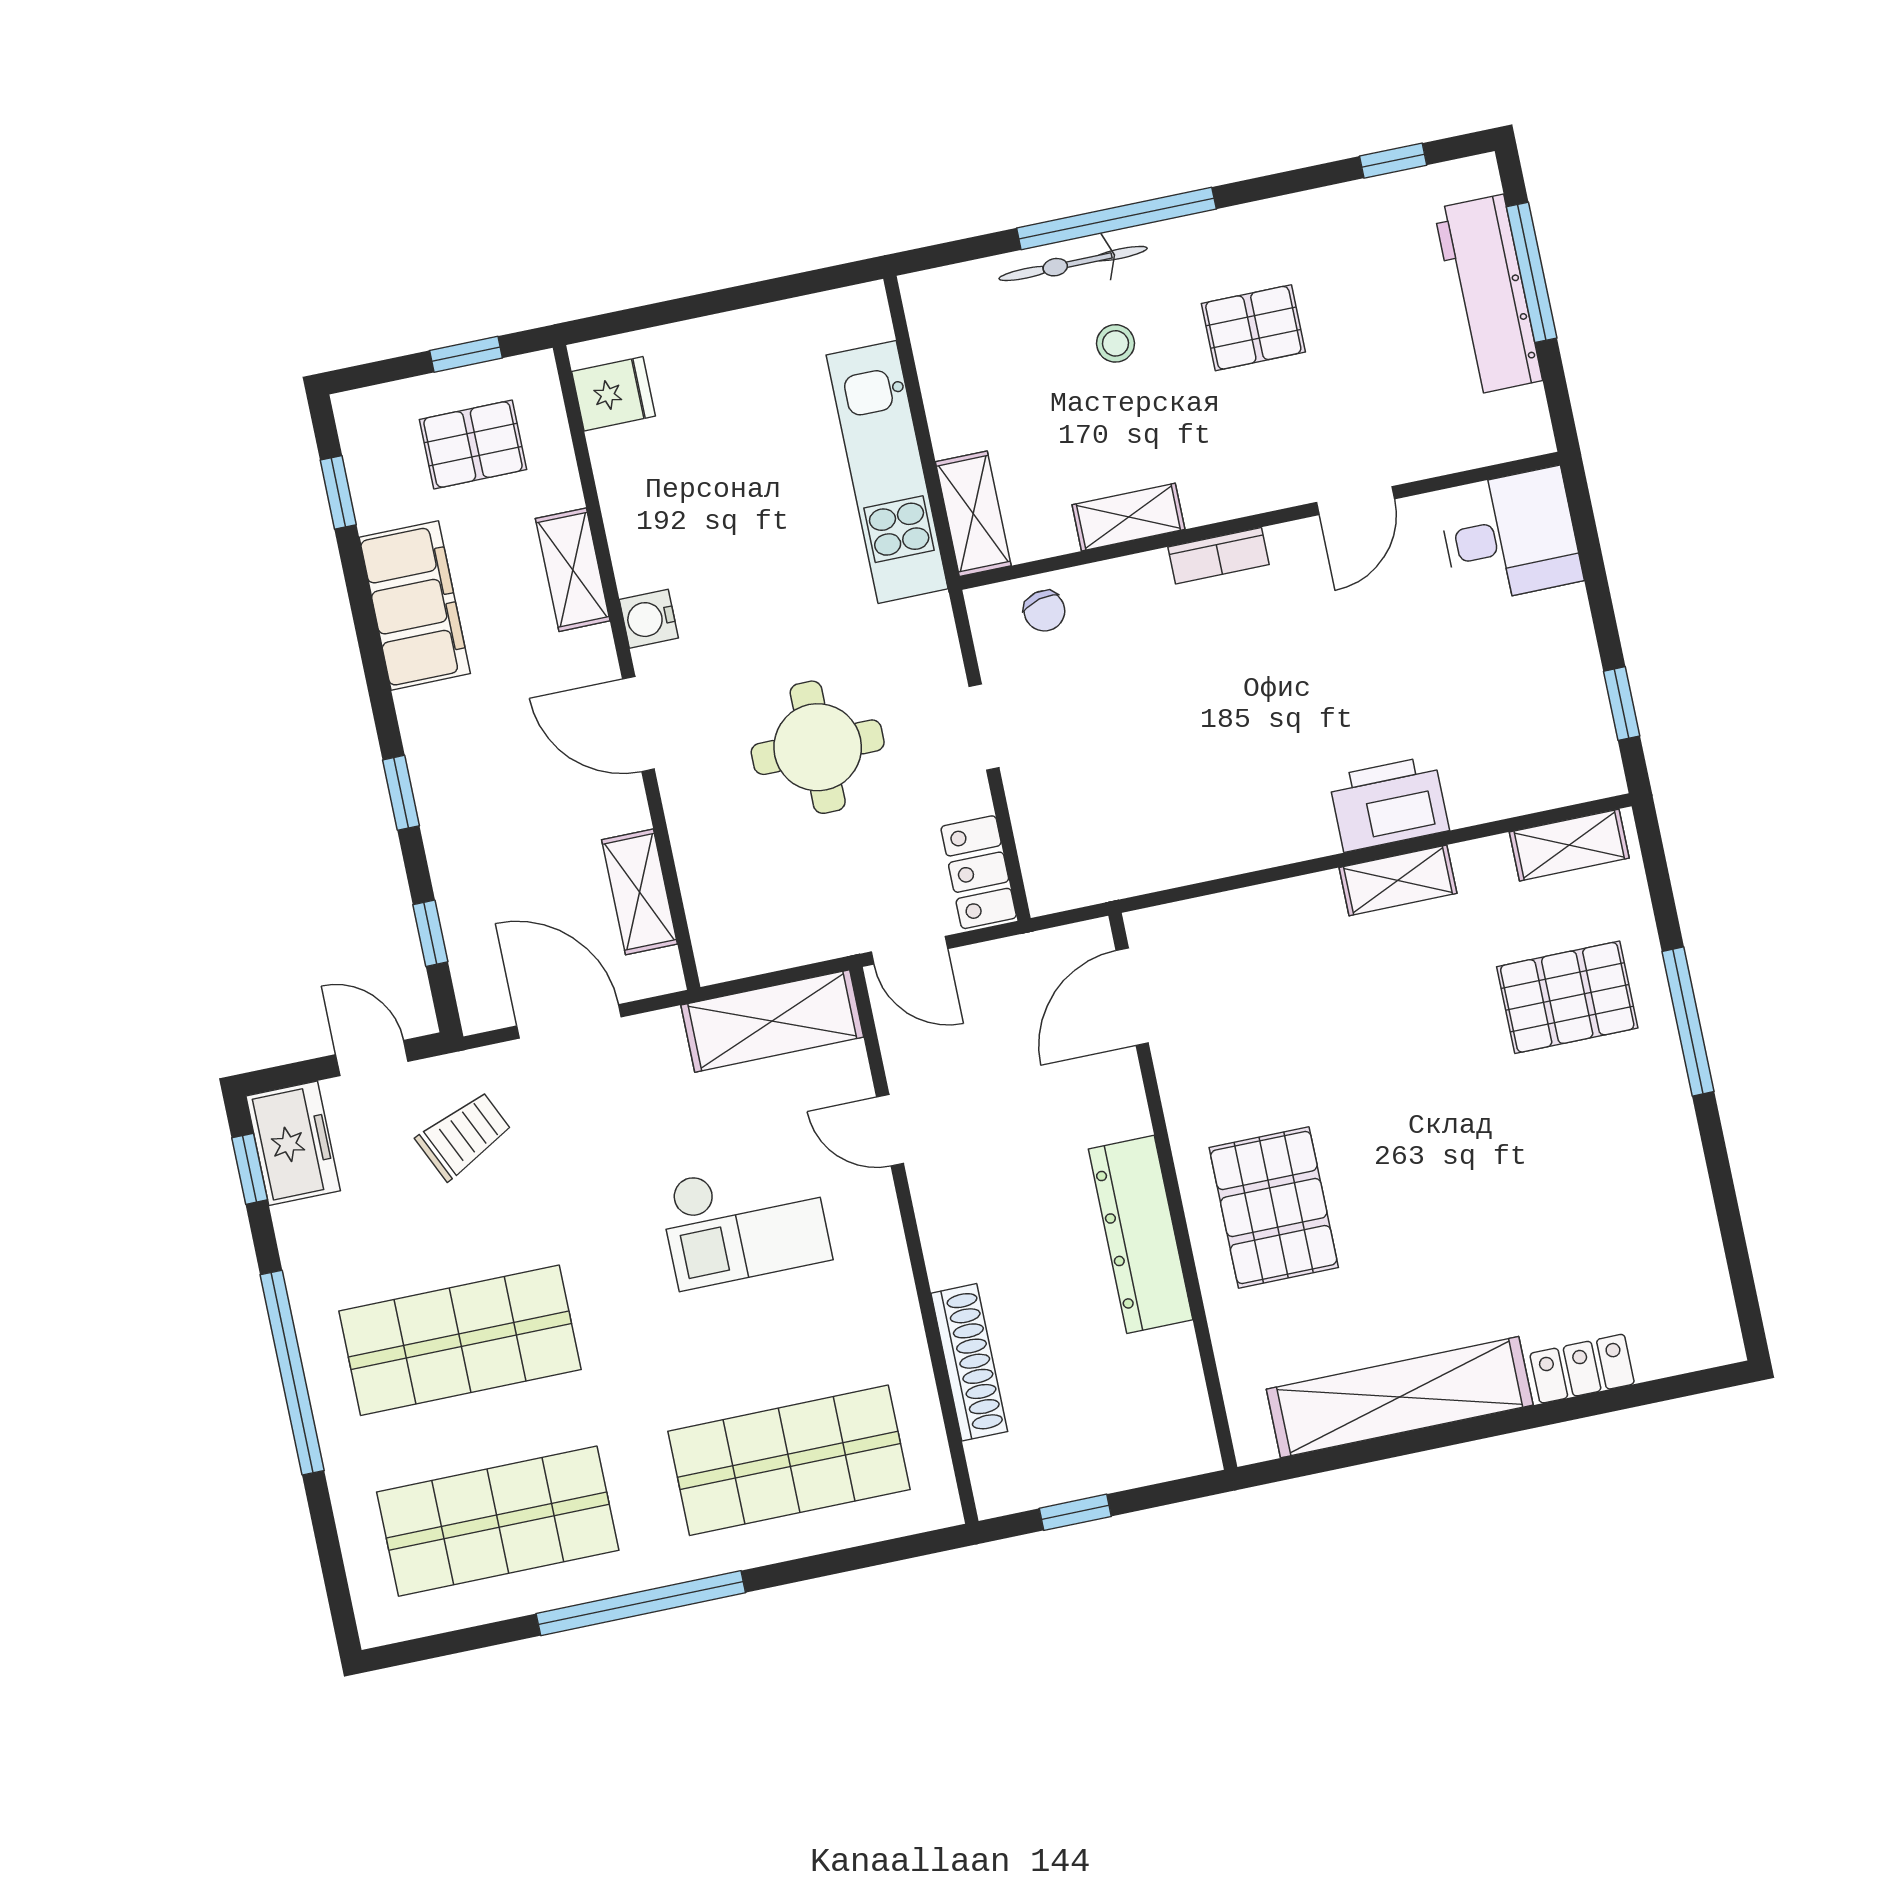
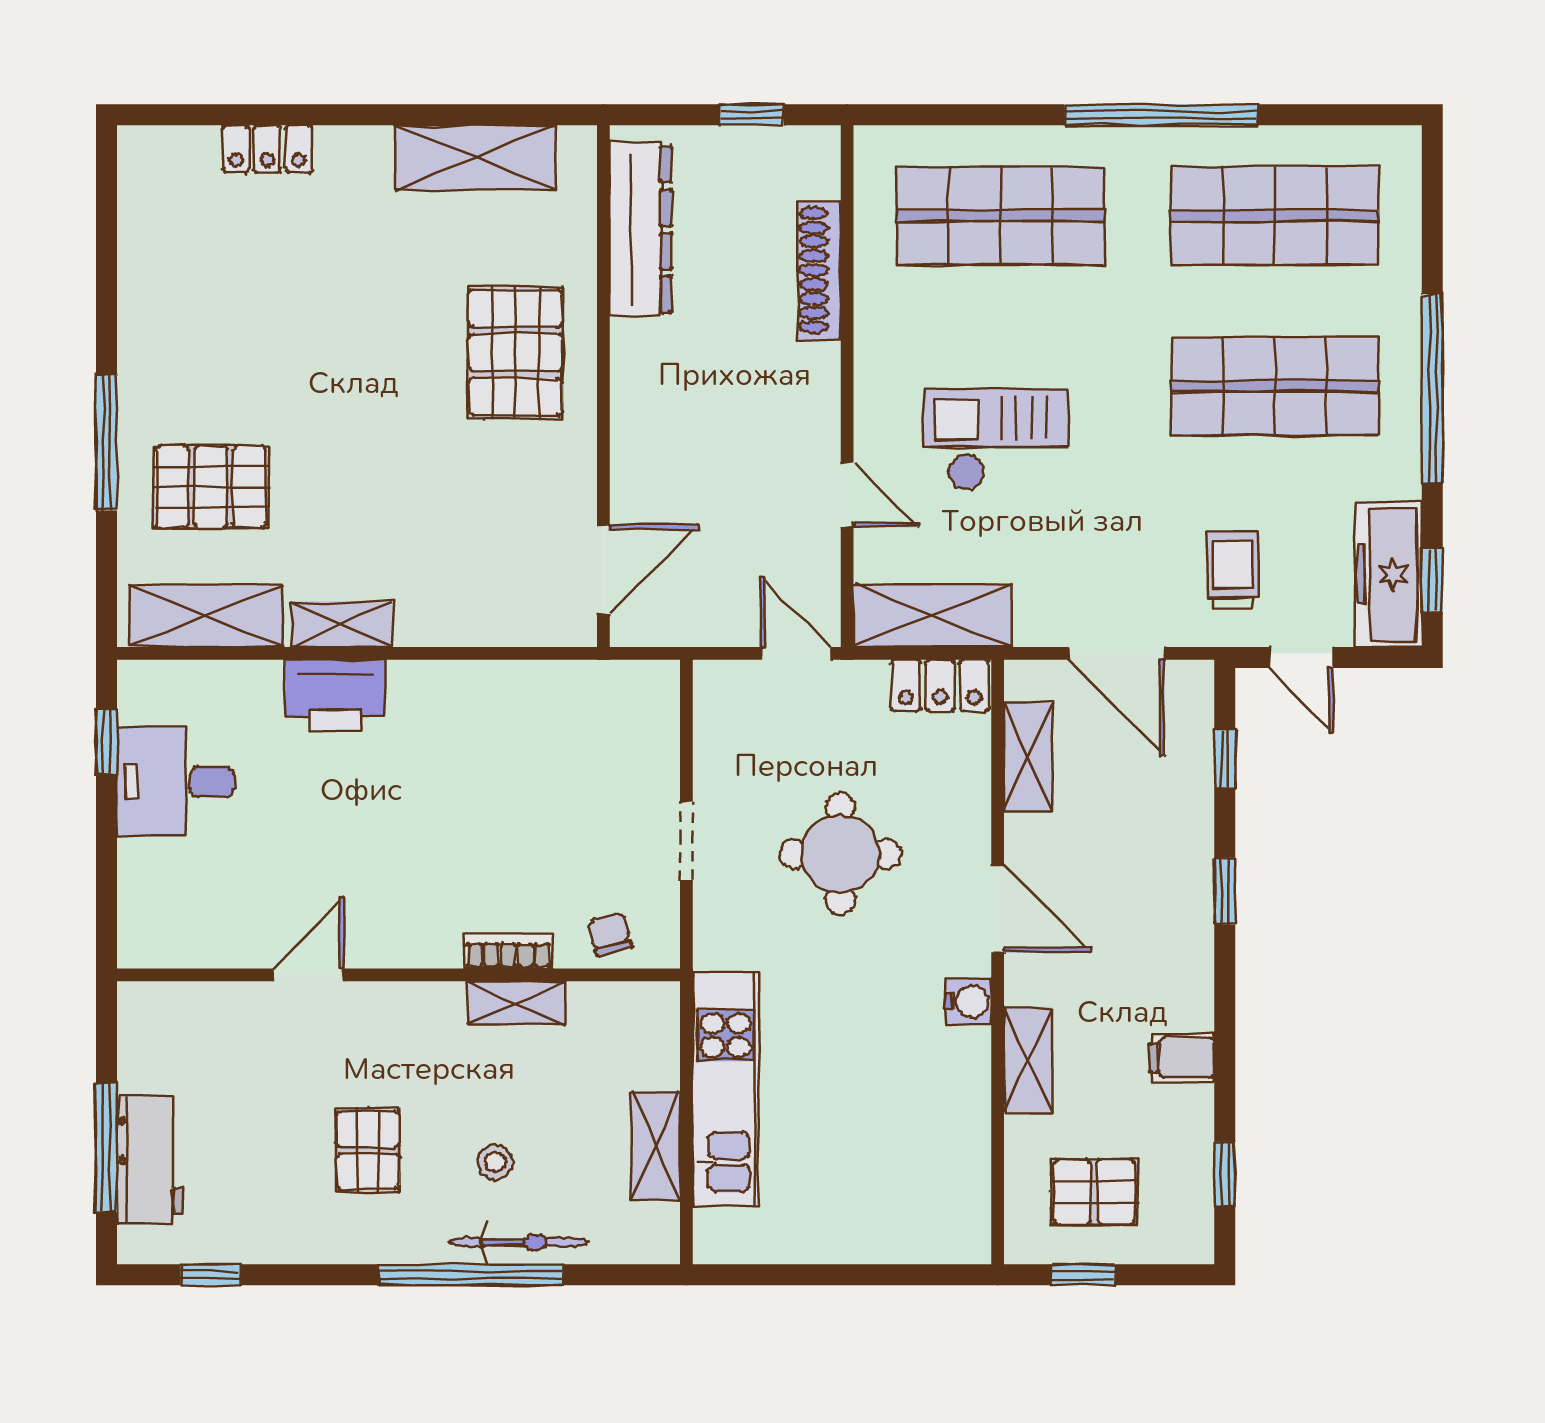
workbench: (1488, 295) -> (150, 1160), width x0.73
pallet: (1253, 328) -> (368, 1150), turned 90
fridge: (613, 394) -> (958, 1211), removed
shelving: (973, 514) -> (656, 1146), moved
desk: (1510, 536) -> (176, 782), moved
bookcase: (1219, 556) -> (508, 951), moved
filing cabinet: (415, 605) -> (1182, 1058), width x0.33, depth x0.86
shelving: (1569, 845) -> (206, 616), width x1.50, depth x1.33
locker: (979, 872) -> (940, 685), moved, turned 90
trolley: (464, 1136) -> (1233, 570), turned 114
freezer: (293, 1143) -> (1388, 575), width x1.40
dresser: (1141, 1234) -> (641, 229), moved
shelving: (1400, 1397) -> (475, 158), width x0.68

